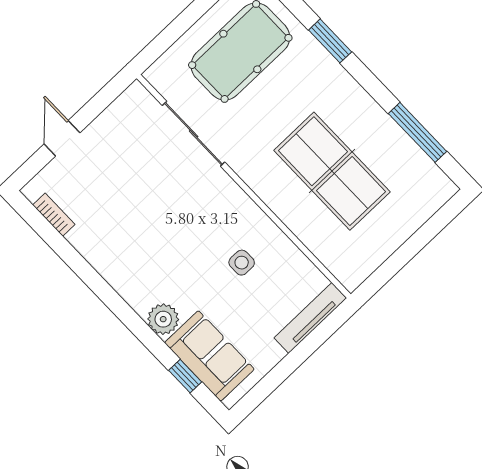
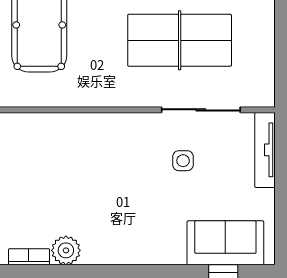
sliding door: (194, 134) -> (201, 110), moved
plant: (163, 319) -> (66, 250), moved

